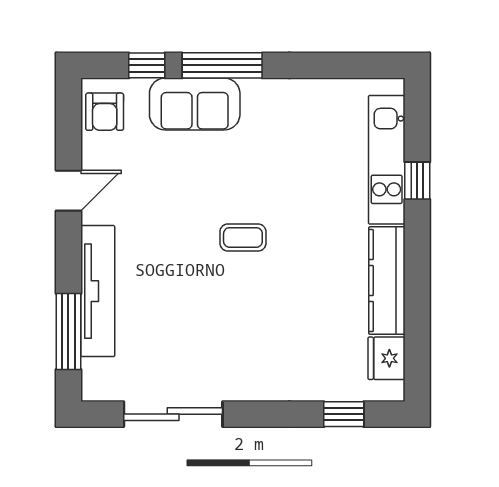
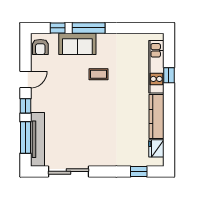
coffee table: (243, 237) -> (99, 74), moved
window: (68, 255) -> (25, 106), added
tv unit: (98, 291) -> (37, 139), moved

